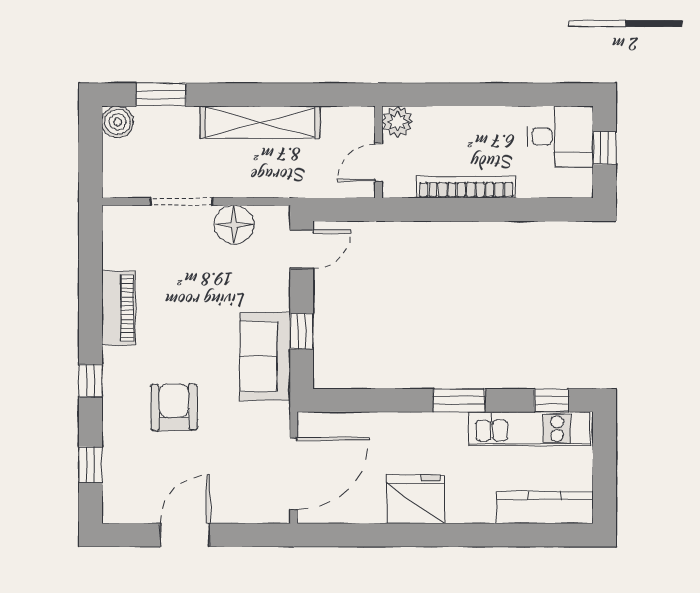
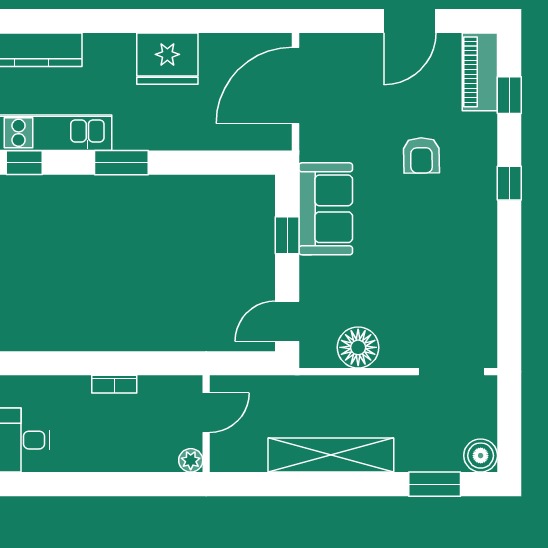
plant: (397, 121) -> (191, 460), width x0.73, depth x0.73
bookcase: (466, 187) -> (114, 384), width x0.43, depth x0.76
doorway: (181, 202) -> (452, 372), moved
piano: (118, 308) -> (480, 72), moved
armchair: (174, 407) -> (421, 155), width x0.72, depth x0.72

